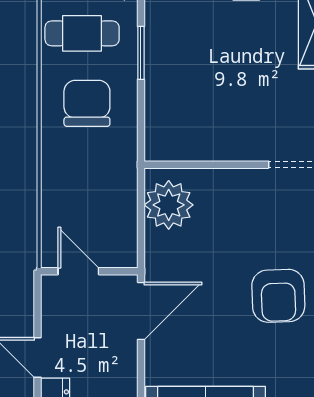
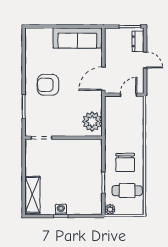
door: (78, 271) -> (129, 95), swing flipped
armchair: (278, 296) -> (48, 85), turned -88

